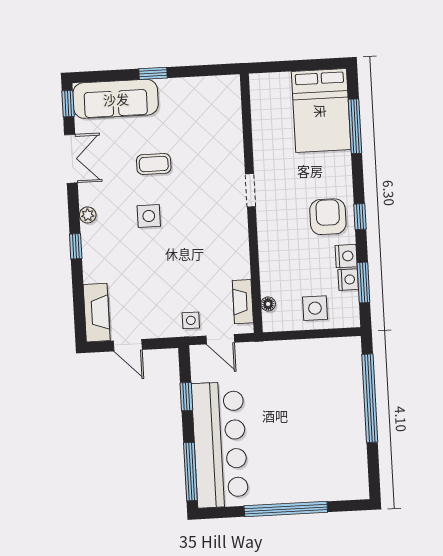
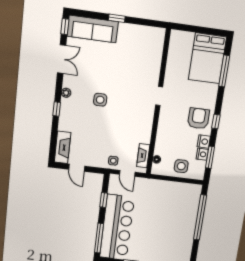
coffee table: (154, 164) -> (108, 71), removed

